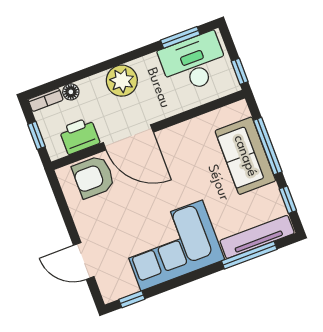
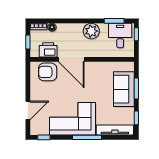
desk: (194, 63) -> (120, 36), width x0.73
window: (240, 71) -> (136, 34), moved
plant: (122, 81) -> (91, 31), moved
window: (268, 146) -> (136, 89), width x0.69
window: (249, 255) -> (87, 137), moved
door: (84, 261) -> (28, 110), swing flipped

